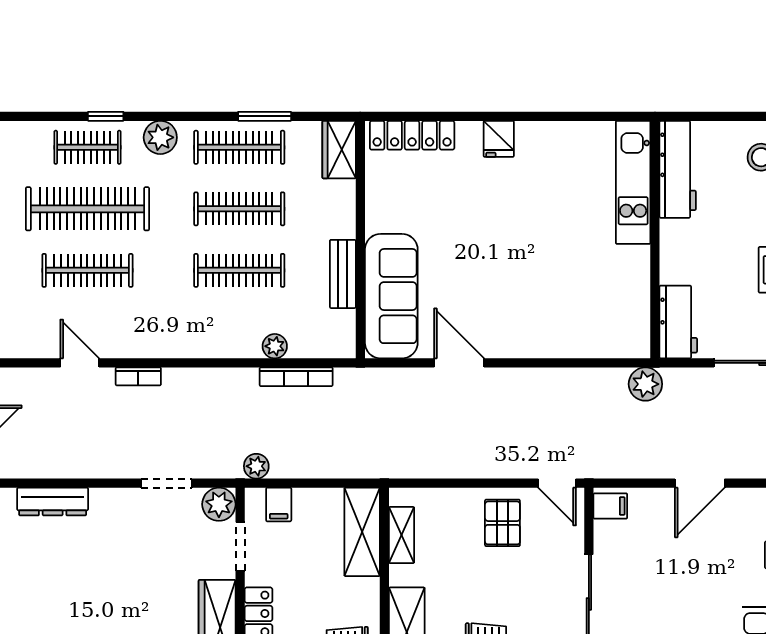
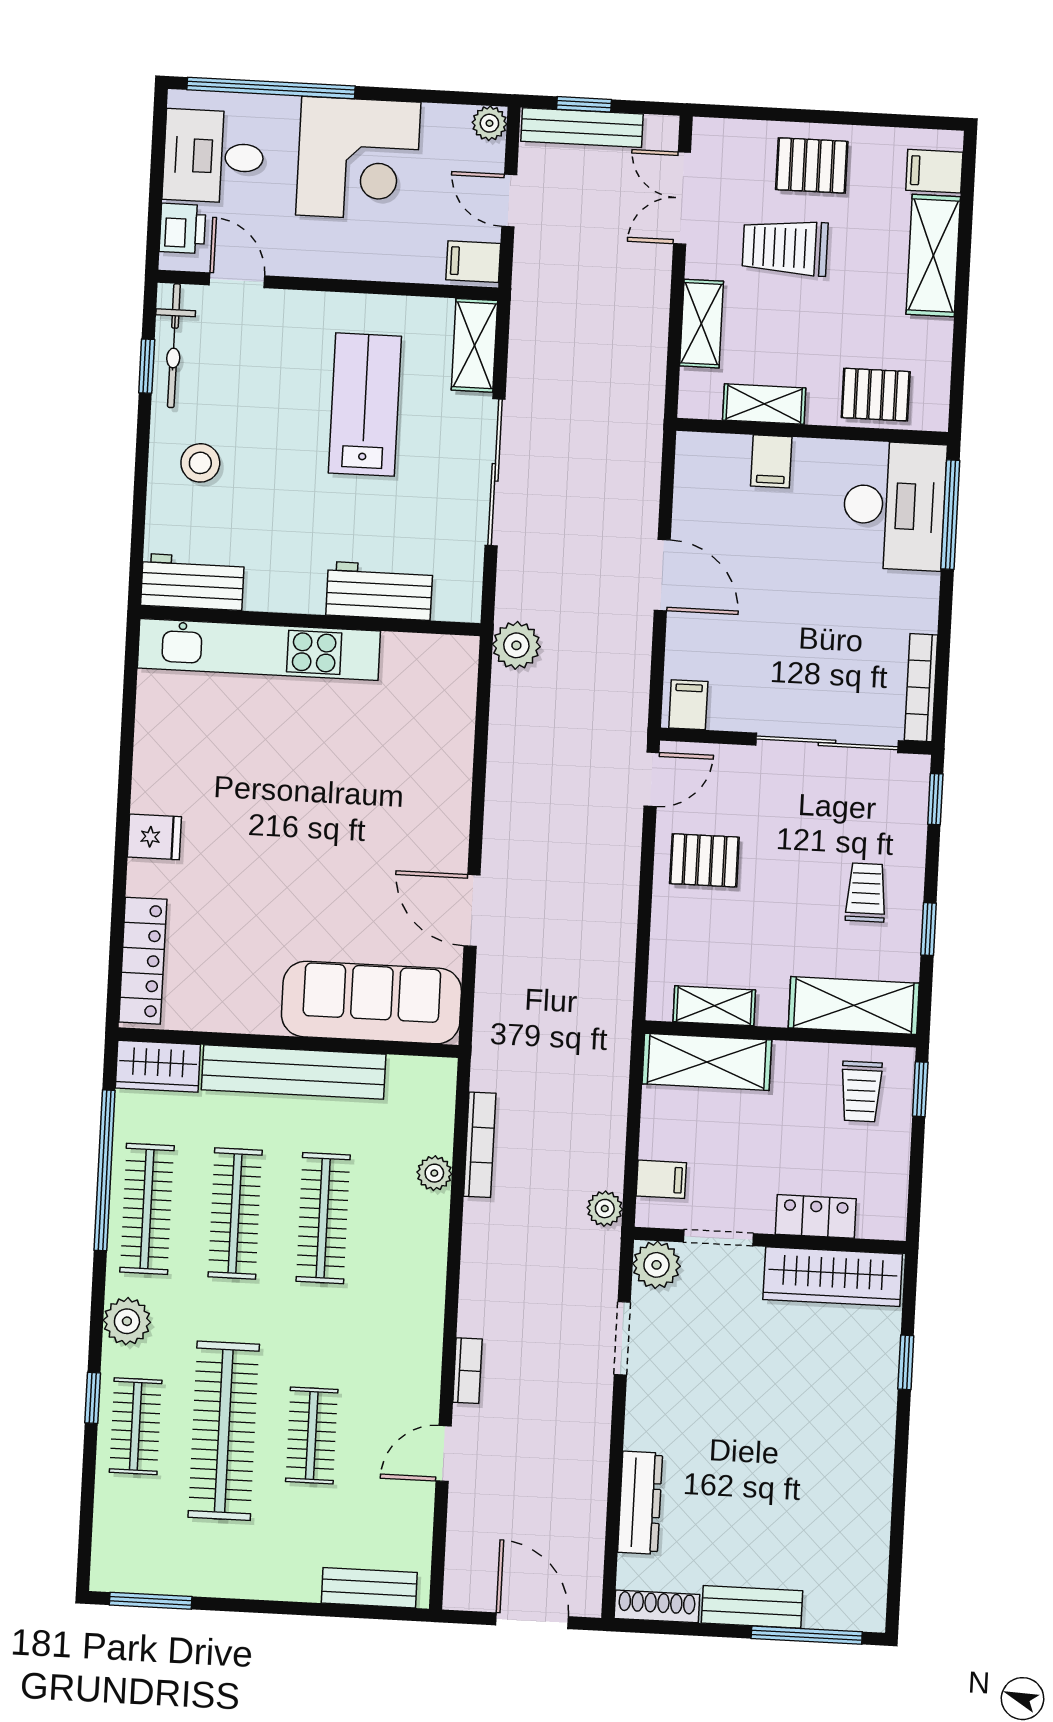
window: (265, 116) -> (105, 1170), width x2.11
workbench: (678, 169) -> (192, 582), width x0.73
kitchen unit: (633, 182) -> (259, 649), width x1.36
clothes rail: (87, 270) -> (312, 1435), width x0.73
bench: (343, 274) -> (294, 1072), width x1.86, depth x1.21
workbench: (678, 322) -> (379, 591), moved
door: (459, 363) -> (472, 910), hinge flipped

